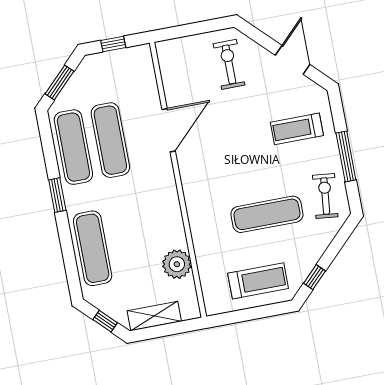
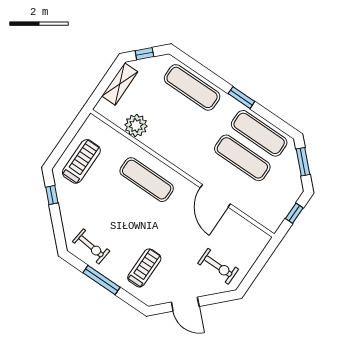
exercise mat: (267, 214) -> (147, 180), moved, turned 90
treadmill: (258, 281) -> (81, 161), turned 180

